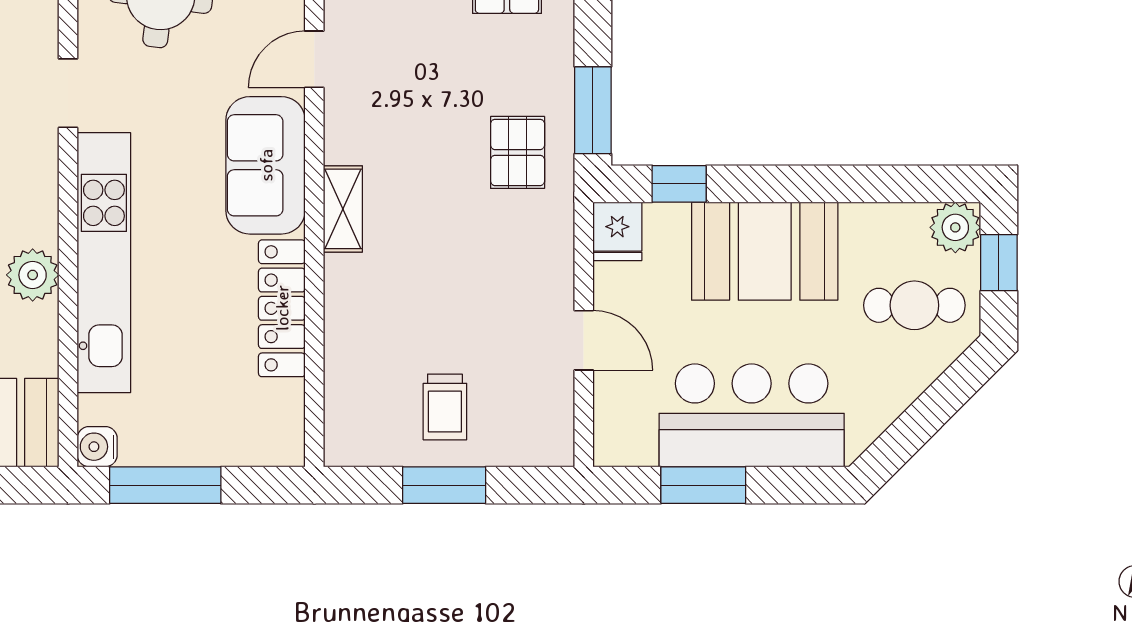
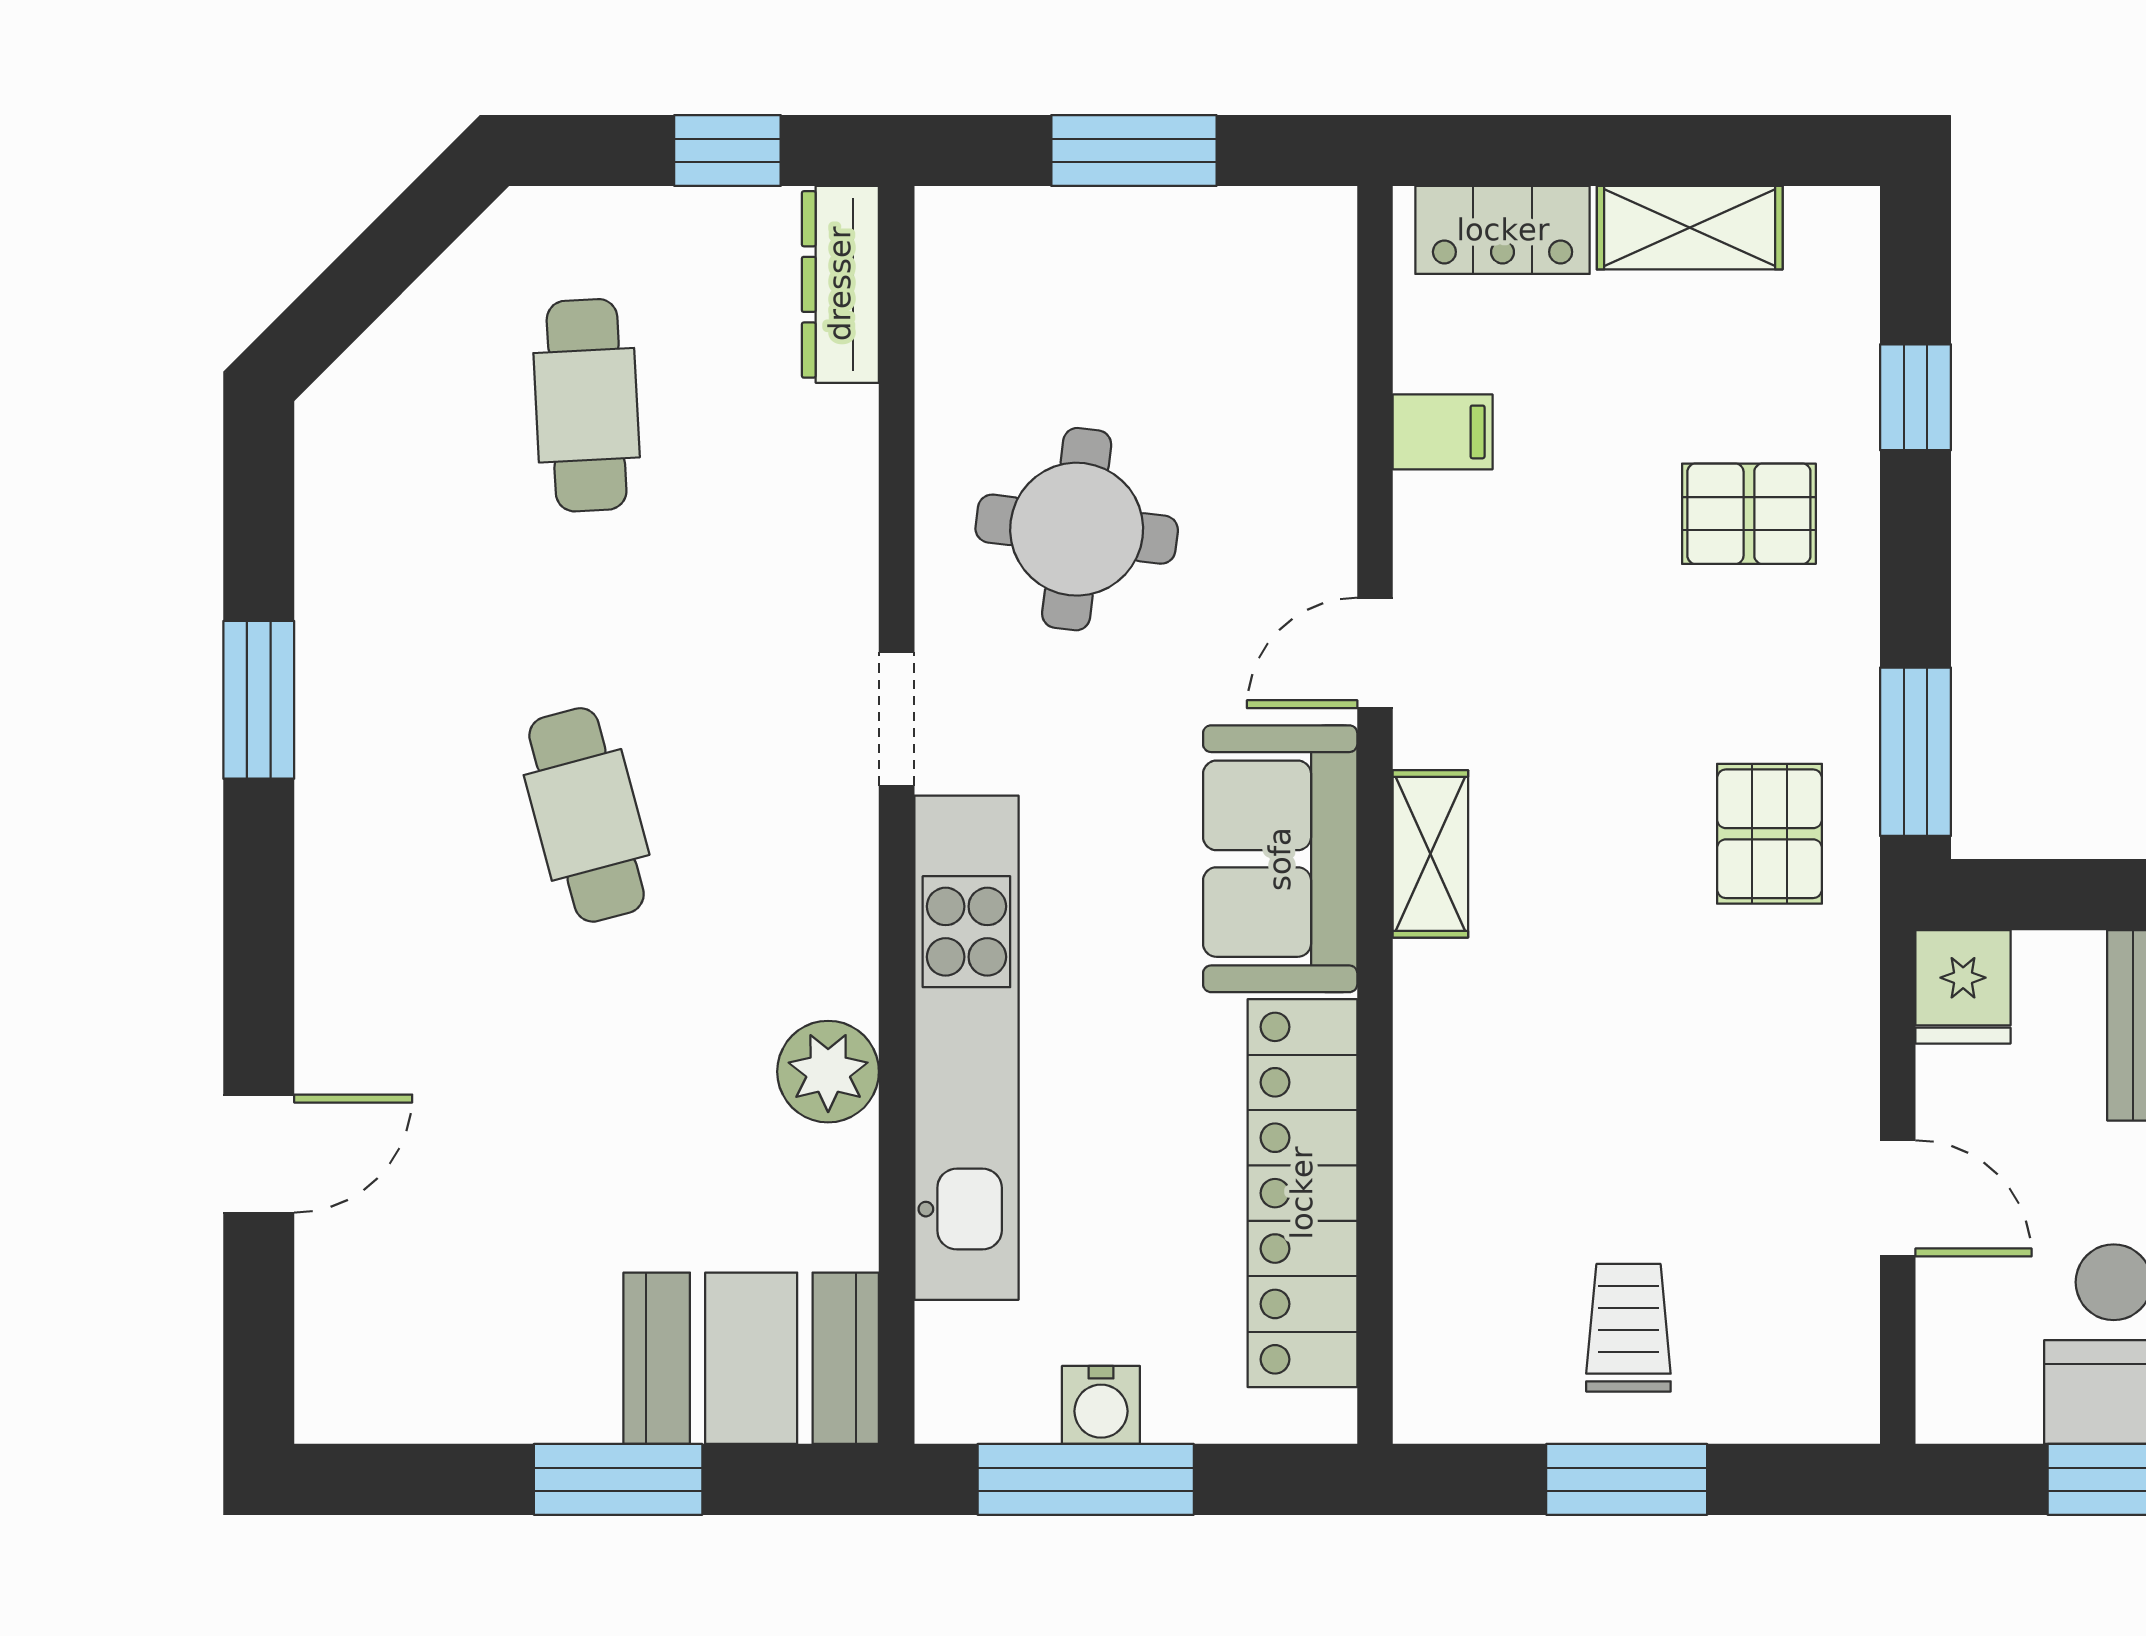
window: (679, 184) -> (2083, 895), removed
shelving: (343, 209) -> (1430, 854), moved
locker: (282, 308) -> (1302, 1193), width x1.41, depth x1.21
trolley: (445, 407) -> (1628, 1328), turned 180
water cooler: (97, 447) -> (1101, 1405), moved, turned -90

